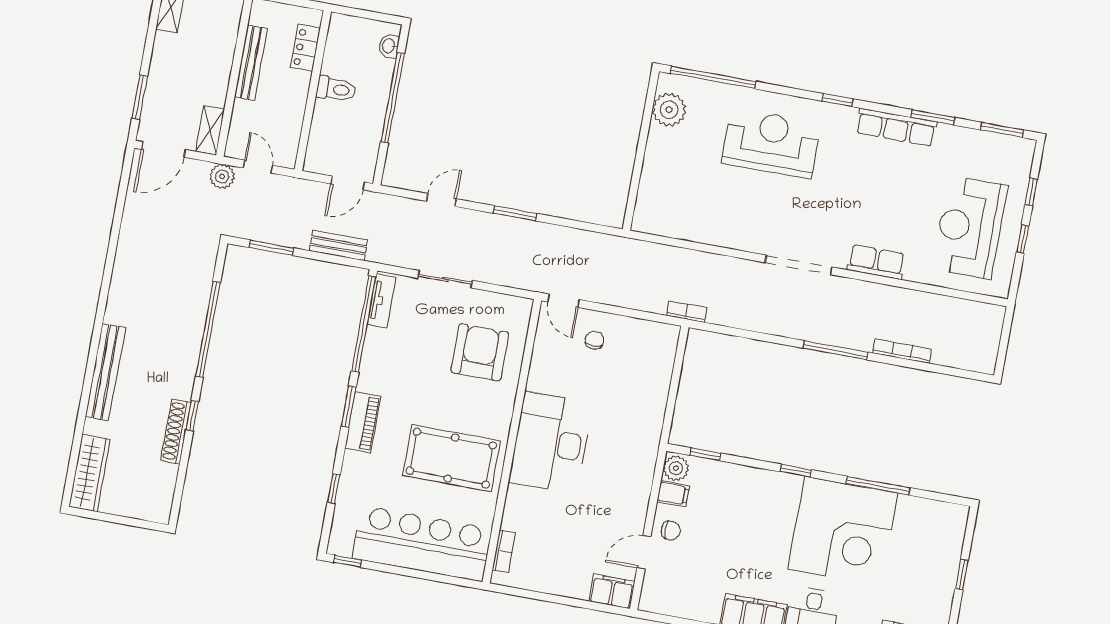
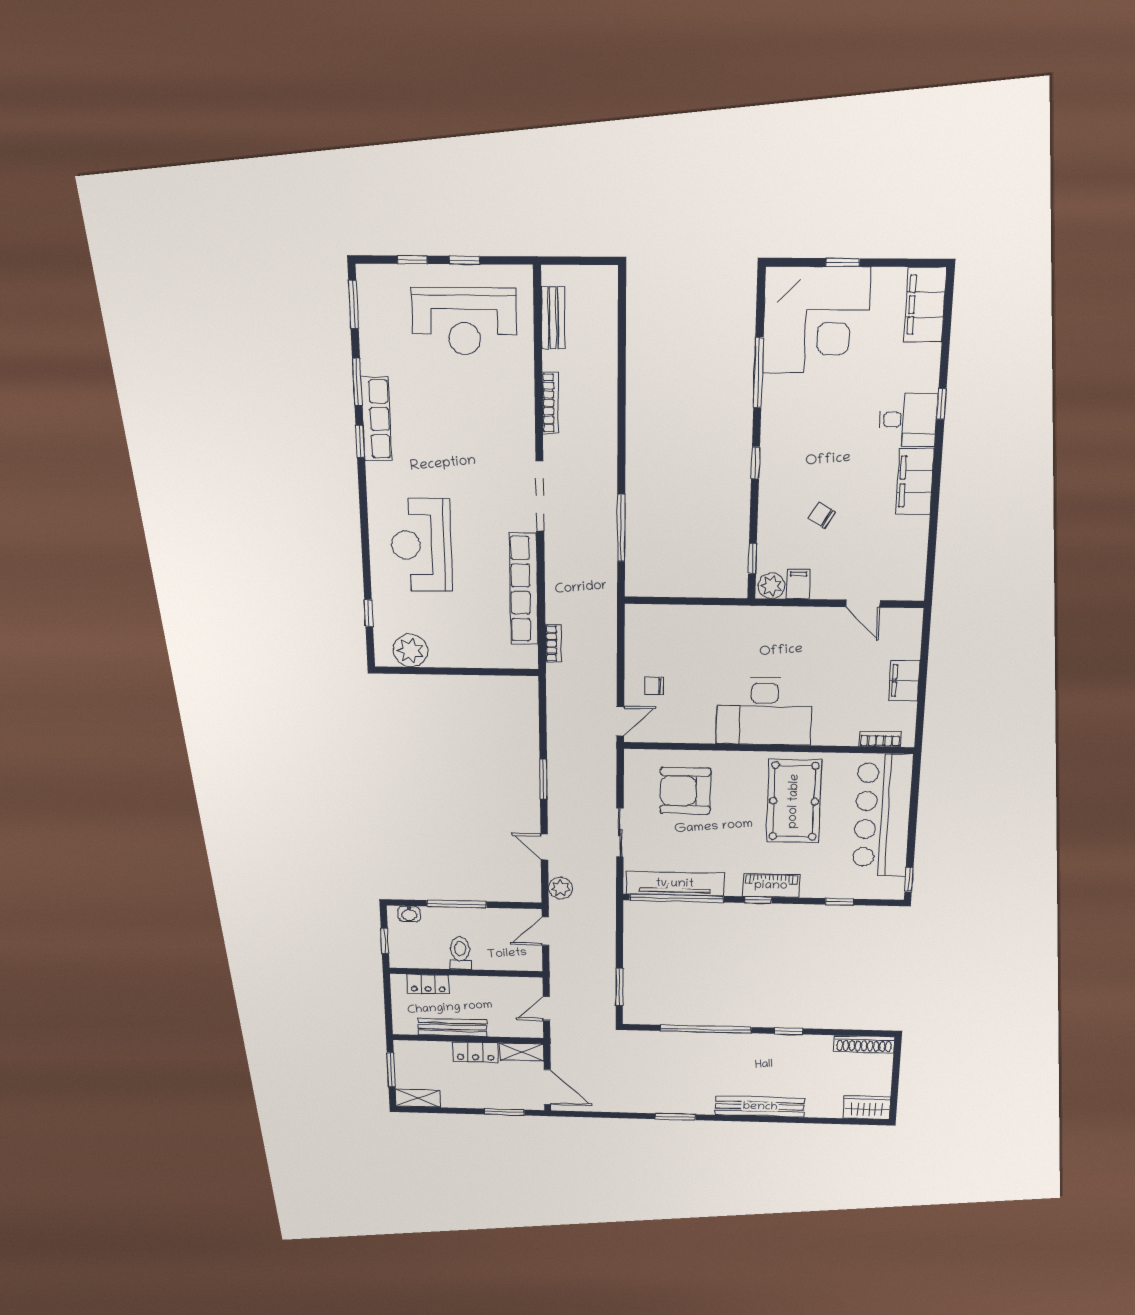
window: (362, 14) -> (385, 941), added
window: (713, 77) -> (369, 613), width x0.32
locker: (217, 81) -> (475, 1052), added
window: (393, 98) -> (457, 904), width x0.68
window: (838, 100) -> (360, 441), moved
plant: (222, 176) -> (560, 888), moved
door: (348, 183) -> (545, 931), swing flipped
bench: (338, 245) -> (553, 318), moved
row of seats: (876, 262) -> (524, 589), moved, width x2.02
window: (106, 280) -> (675, 1117), added
tv unit: (382, 301) -> (675, 884), width x1.92, depth x1.29
bookcase: (687, 312) -> (553, 644), moved, turned 180
window: (836, 350) -> (621, 528), moved
bookcase: (902, 351) -> (550, 403), moved, turned 180
window: (349, 407) -> (758, 900), width x0.67
shoe rack: (176, 431) -> (864, 1044), moved
wardrobe: (90, 473) -> (867, 1107), width x0.67
chair: (671, 531) -> (822, 515), moved, turned -59
corner desk: (843, 531) -> (816, 320), moved, turned 90
filing cabinet: (612, 591) -> (904, 681), moved

